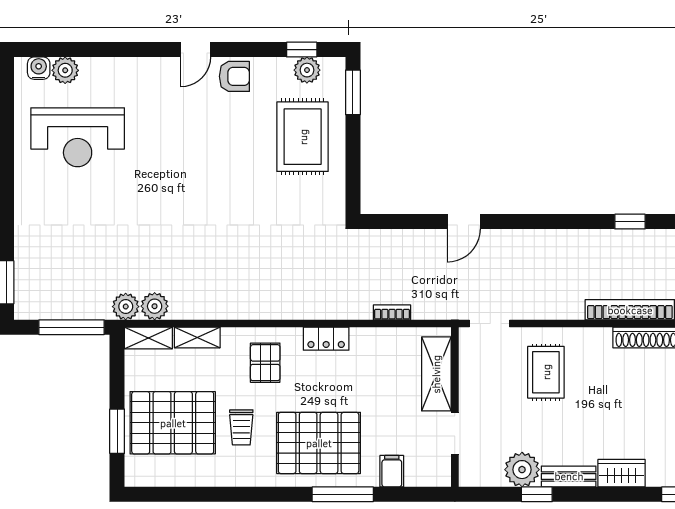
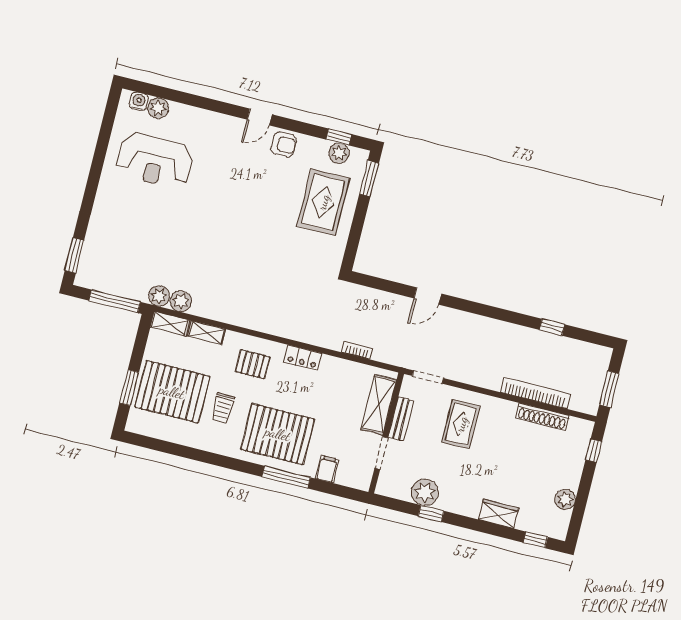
pallet: (265, 363) -> (253, 364), turned 90
bench: (569, 476) -> (401, 419), moved, turned 90

